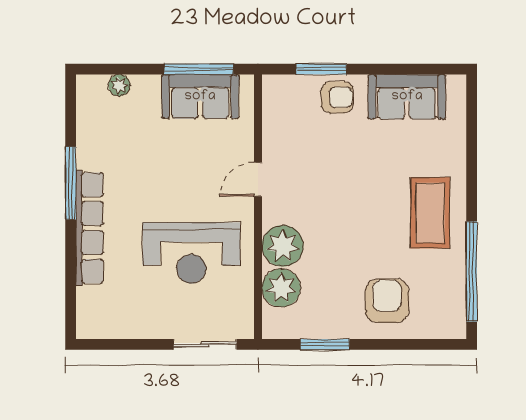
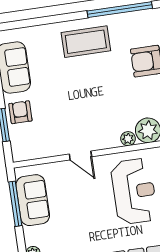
plant: (283, 246) -> (128, 139), width x0.53, depth x0.53

